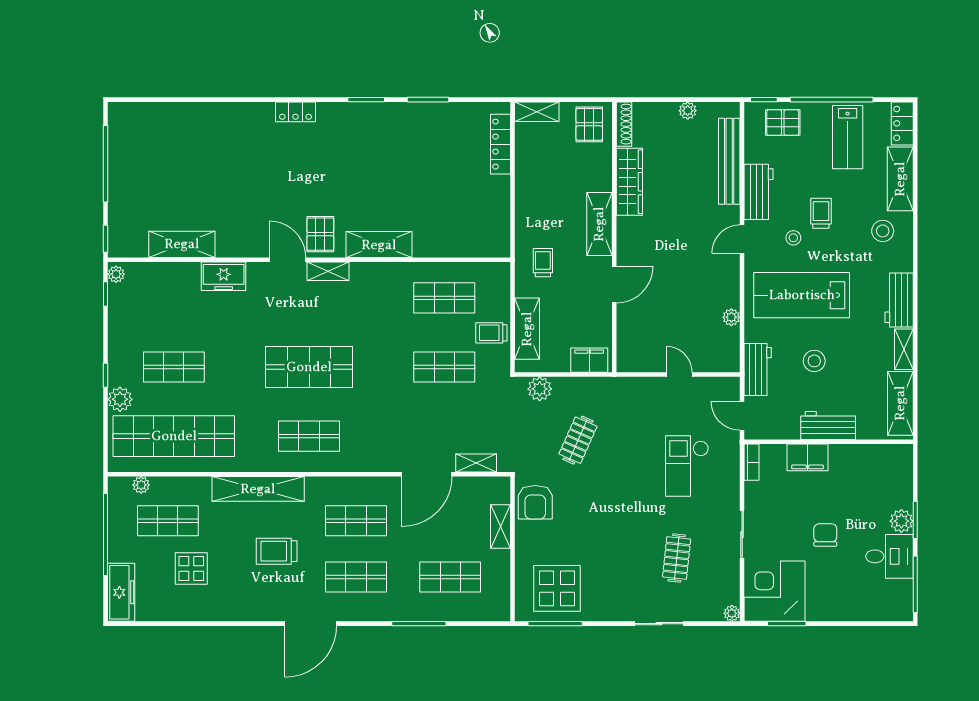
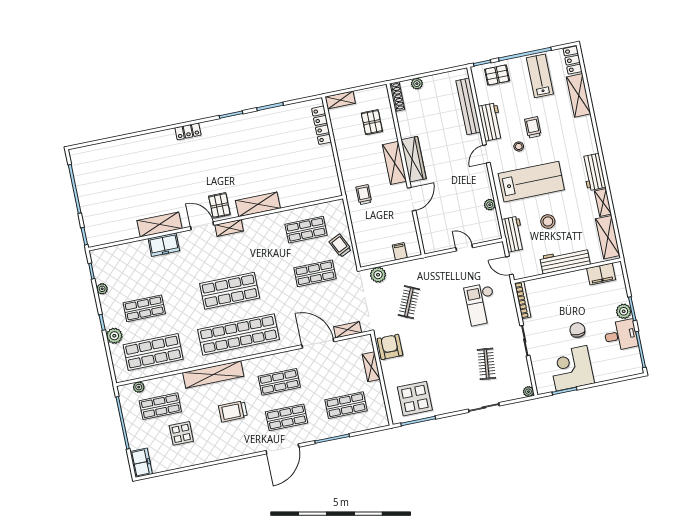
plant: (688, 111) -> (417, 84), moved
pallet: (589, 124) -> (372, 122), moved
lab bench: (848, 137) -> (540, 76), turned 180
wardrobe: (629, 182) -> (413, 159), moved
stool: (883, 231) -> (574, 131), removed
shelving: (182, 244) -> (160, 225), moved
plant: (116, 274) -> (102, 289), moved
lab bench: (802, 295) -> (531, 182), turned 180
shelving: (527, 329) -> (362, 238), removed
trolley: (491, 333) -> (340, 246), turned 64
filing cabinet: (589, 360) -> (400, 251), width x0.50
workbench: (828, 426) -> (565, 260), width x1.38
shop shelf: (174, 436) -> (153, 352), width x0.71
shop shelf: (309, 436) -> (239, 334), width x2.00, depth x1.36
filing cabinet: (807, 457) -> (601, 274), moved
bookcase: (752, 462) -> (523, 300), width x1.56
door: (427, 474) -> (318, 343), swing flipped
armchair: (535, 502) -> (390, 347), turned 180
corner desk: (775, 591) -> (571, 368), moved
freezer: (121, 592) -> (141, 463), width x0.71
door: (311, 624) -> (282, 449), moved

